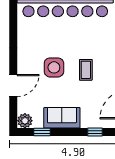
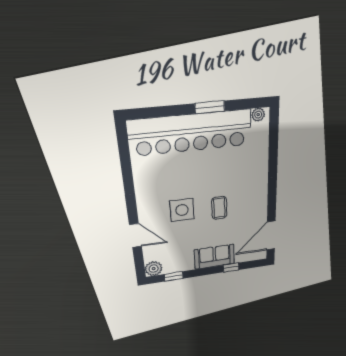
door: (13, 85) -> (136, 236), hinge flipped
sofa: (62, 118) -> (214, 257), moved

